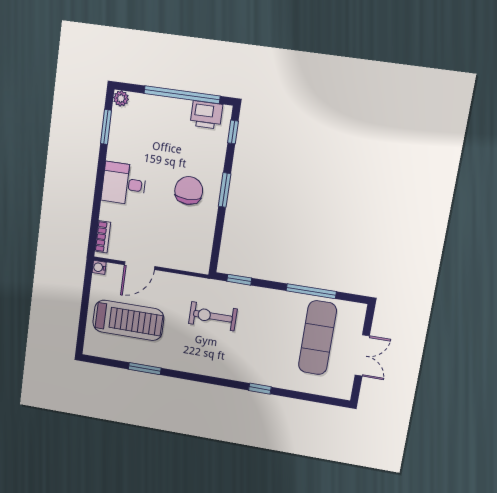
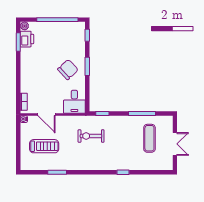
printer: (206, 115) -> (27, 39), moved, turned -90
desk: (124, 184) -> (74, 102), moved, turned -90
chair: (189, 191) -> (68, 69), turned 47
door: (140, 266) -> (47, 114), hinge flipped
treadmill: (128, 320) -> (44, 146), width x0.73, depth x0.73
exercise mat: (317, 338) -> (149, 138), width x0.73, depth x0.69

